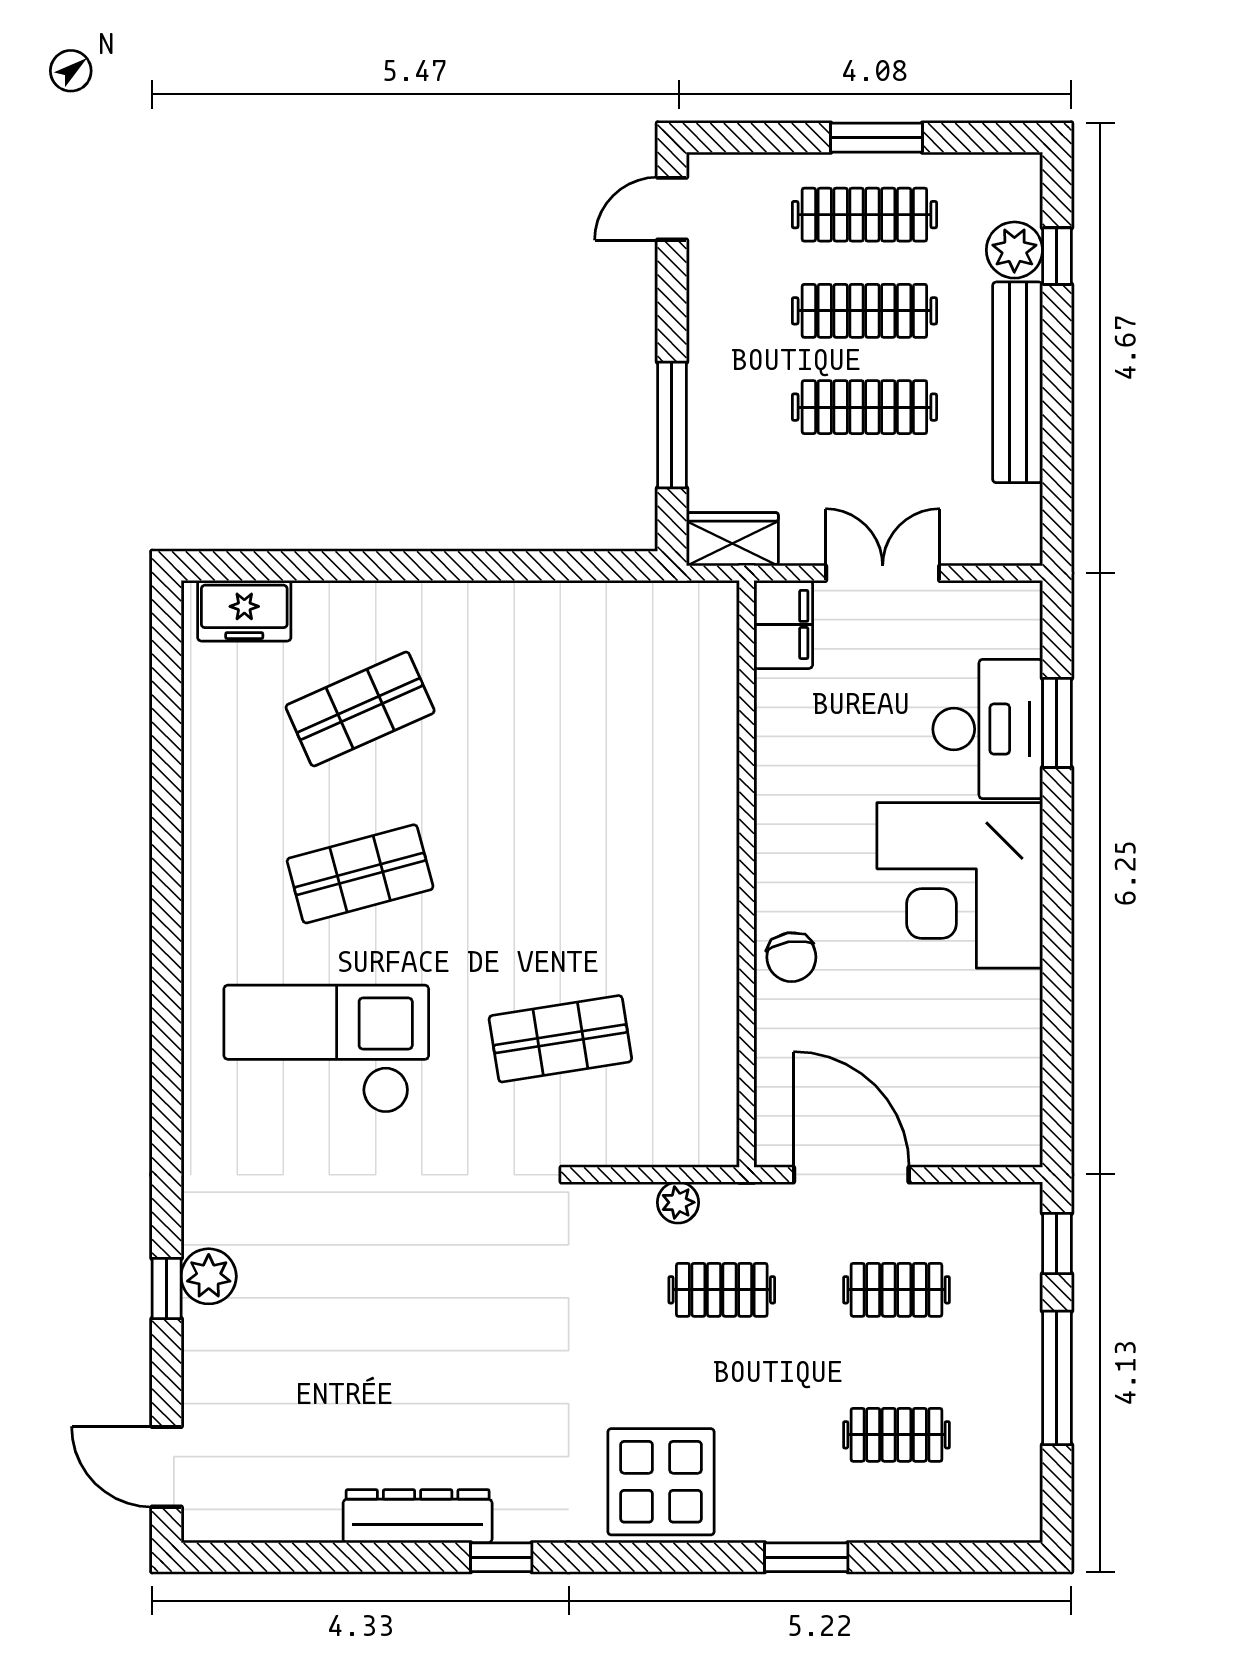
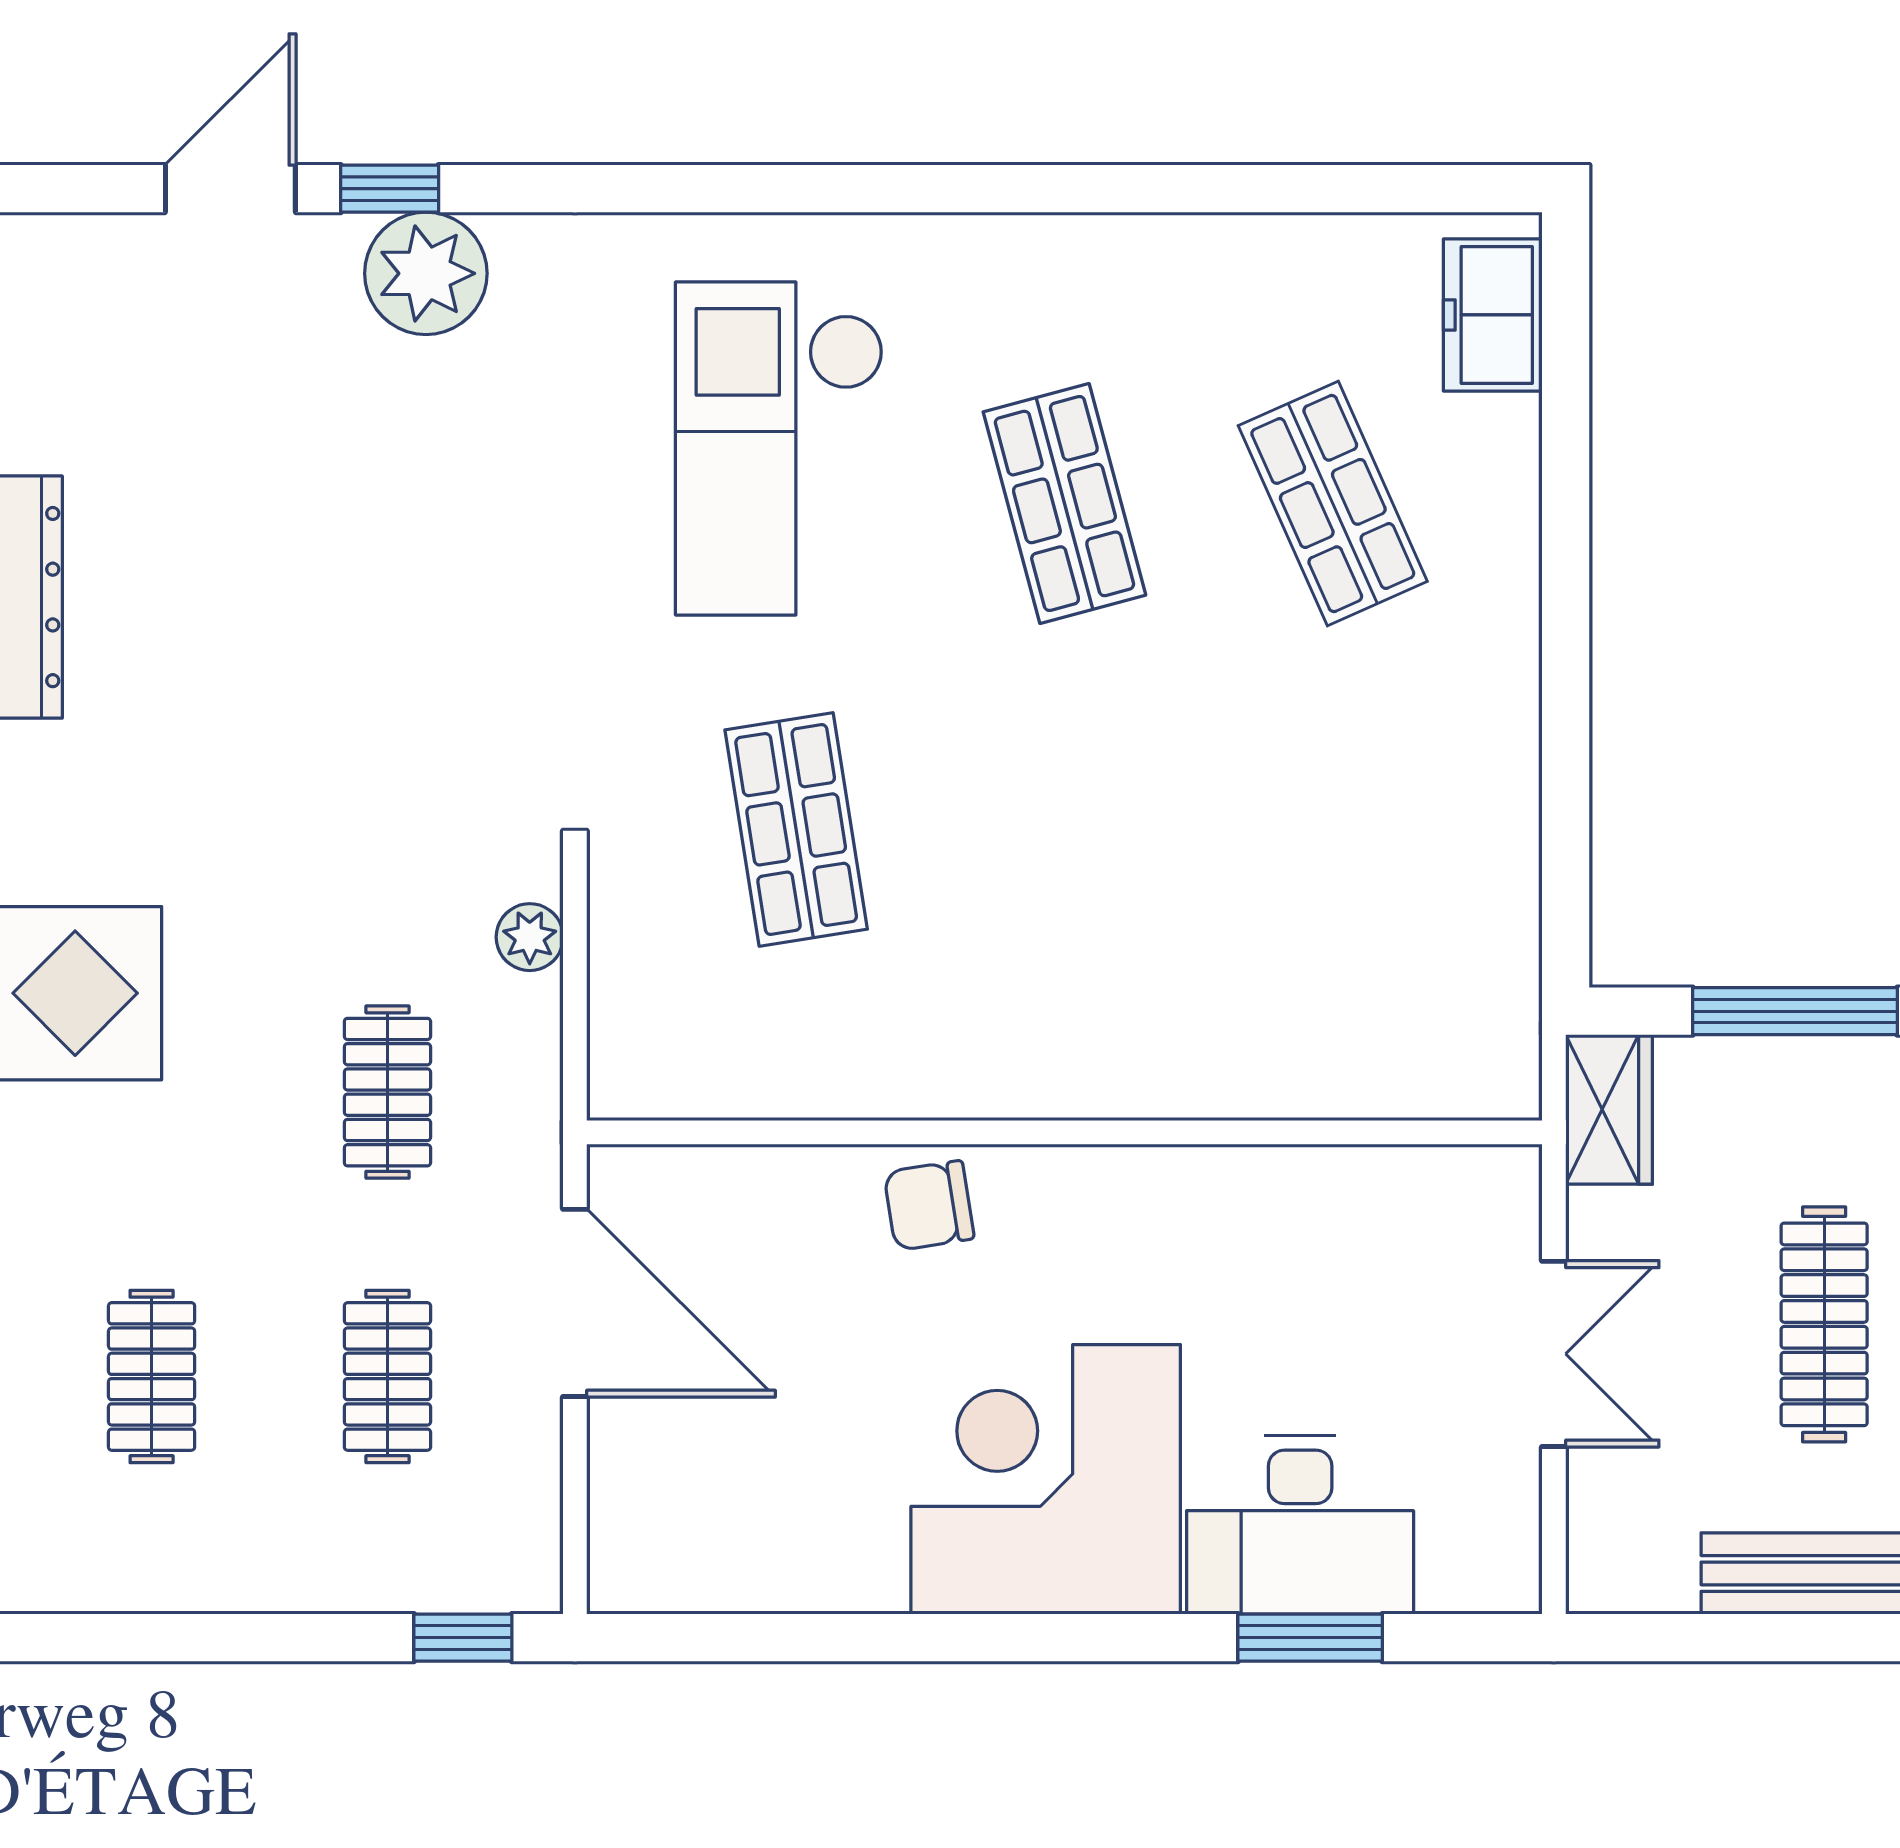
filing cabinet: (783, 624) -> (1470, 1192), removed
checkout: (326, 1049) -> (779, 448), turned 180
door: (851, 1175) -> (575, 1303), hinge flipped
plant: (678, 1202) -> (530, 937), moved
plant: (209, 1276) -> (426, 273), width x1.36, depth x1.36
window: (1057, 1378) -> (244, 1638), removed
door: (167, 1467) -> (230, 189), moved

